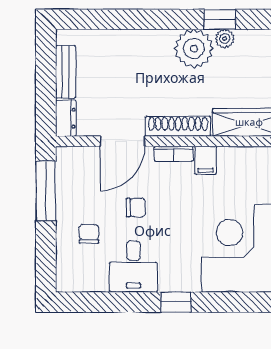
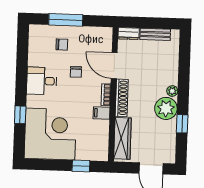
plant: (225, 39) -> (172, 91), moved
window: (46, 191) -> (66, 20), moved
desk: (133, 267) -> (42, 81), moved
window: (176, 302) -> (20, 115), moved

